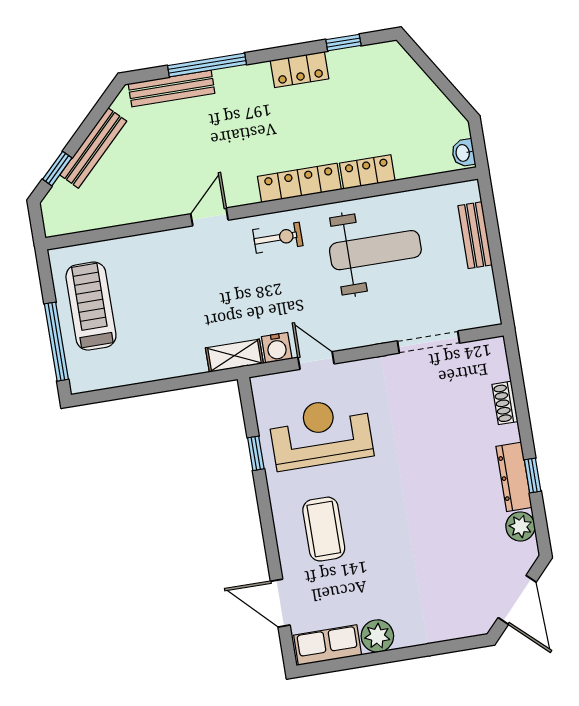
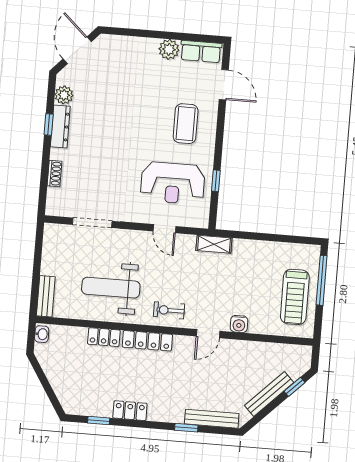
window: (207, 65) -> (186, 428), width x0.46
bench: (475, 235) -> (46, 296), moved
water cooler: (277, 348) -> (239, 324), moved, turned 180

